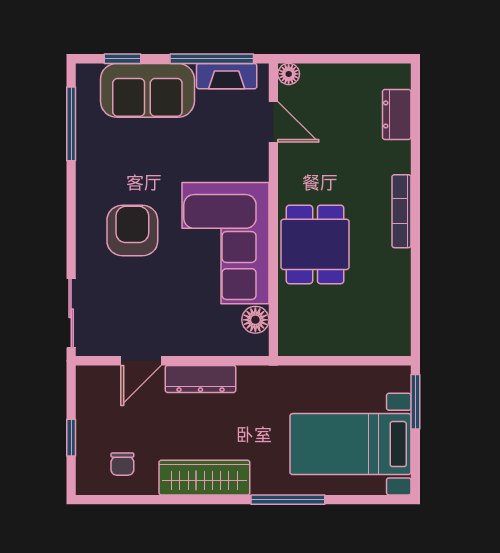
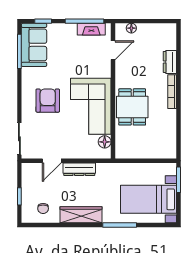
floor lamp: (289, 74) -> (131, 28), moved
sofa: (147, 90) -> (34, 45), moved, turned -90
dresser: (397, 114) -> (170, 62), moved
door: (273, 122) -> (113, 50), hinge flipped

